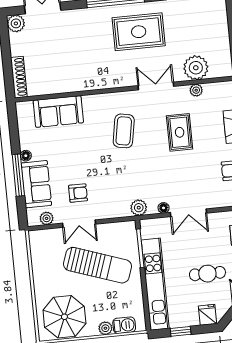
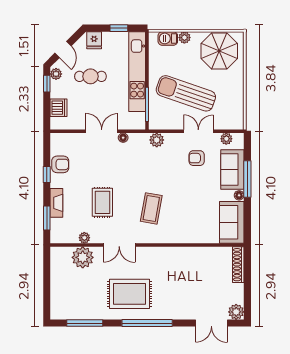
sofa: (58, 112) -> (232, 222), moved, turned -90
plant: (139, 208) -> (157, 140), moved

